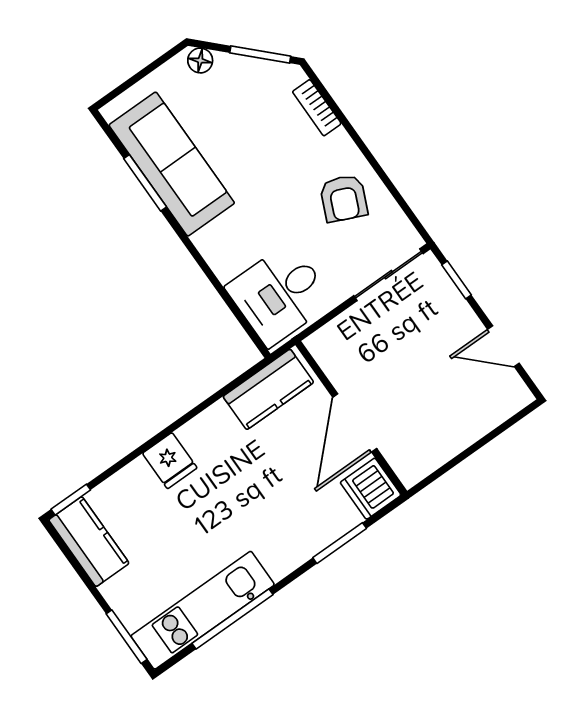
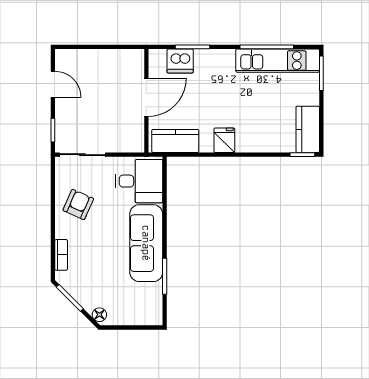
sofa: (172, 164) -> (146, 243), moved
fridge: (170, 461) -> (224, 140), moved
dishwasher: (371, 489) -> (180, 61), moved, turned 90

